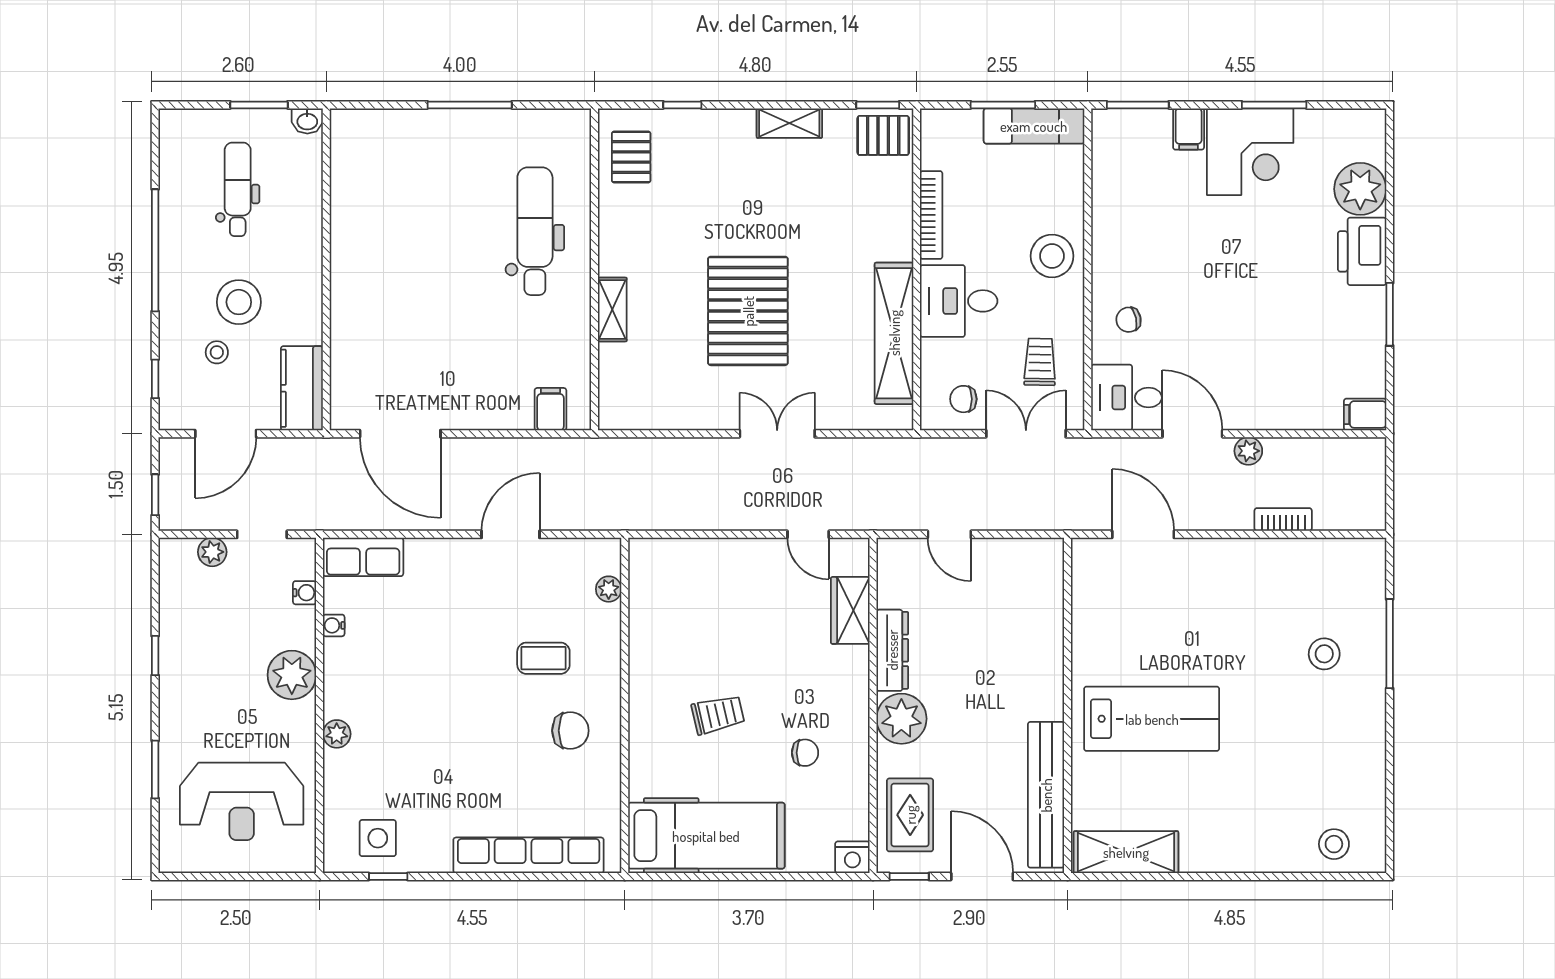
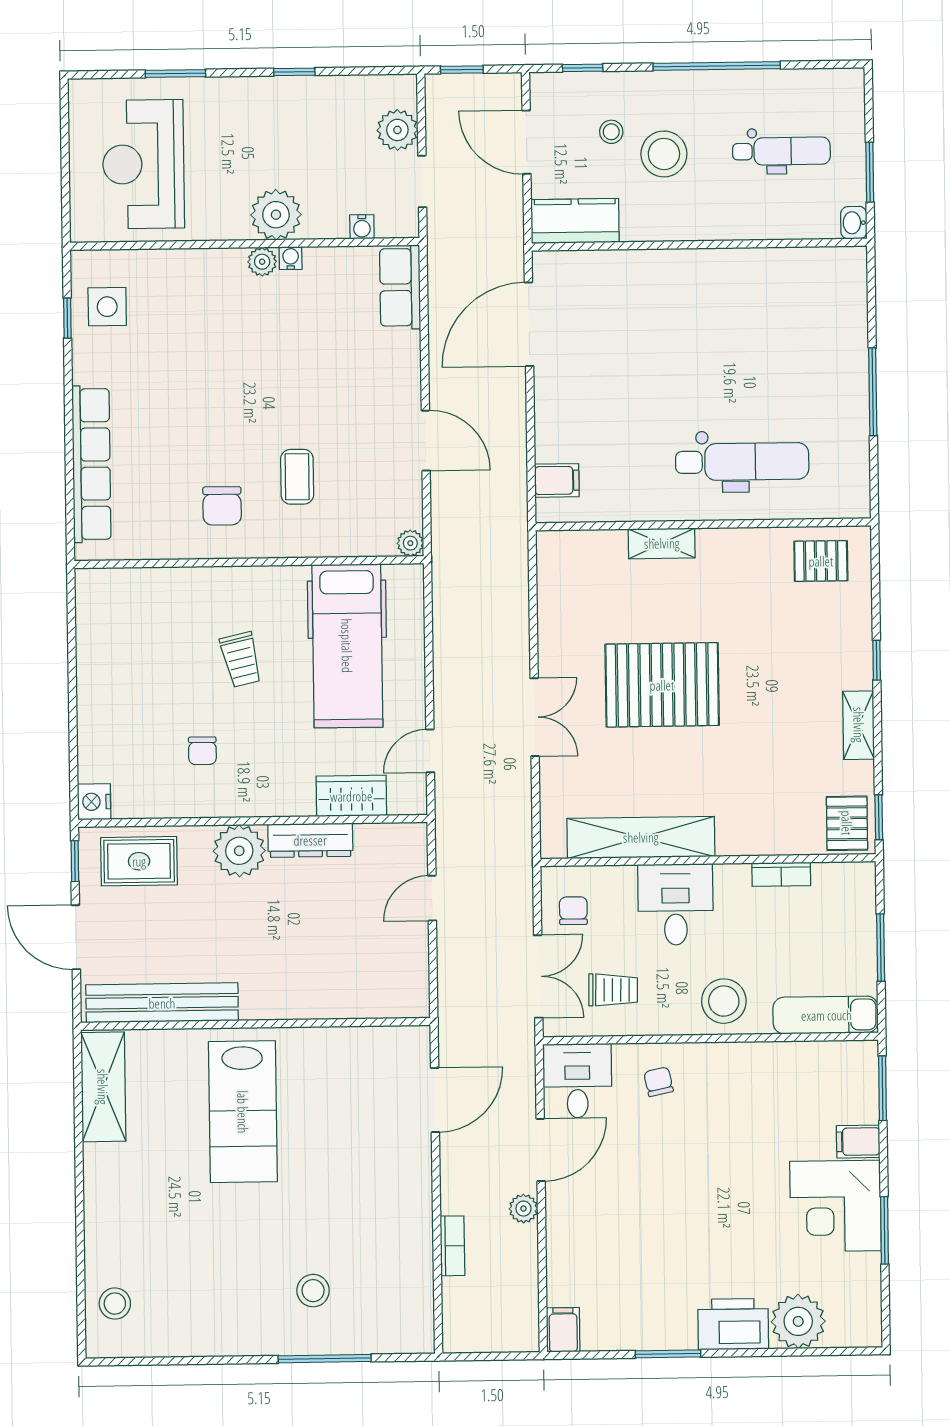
window: (682, 105) -> (877, 660), moved
exam couch: (1034, 126) -> (826, 1015), moved, turned 90
bookcase: (931, 215) -> (781, 874), width x0.64
plant: (212, 552) -> (397, 130), width x1.38, depth x1.38
plant: (609, 589) -> (410, 543), moved
water cooler: (334, 625) -> (291, 258), moved
plant: (337, 734) -> (262, 262), moved
hospital bed: (706, 836) -> (347, 646), moved
door: (982, 876) -> (76, 937), swing flipped

